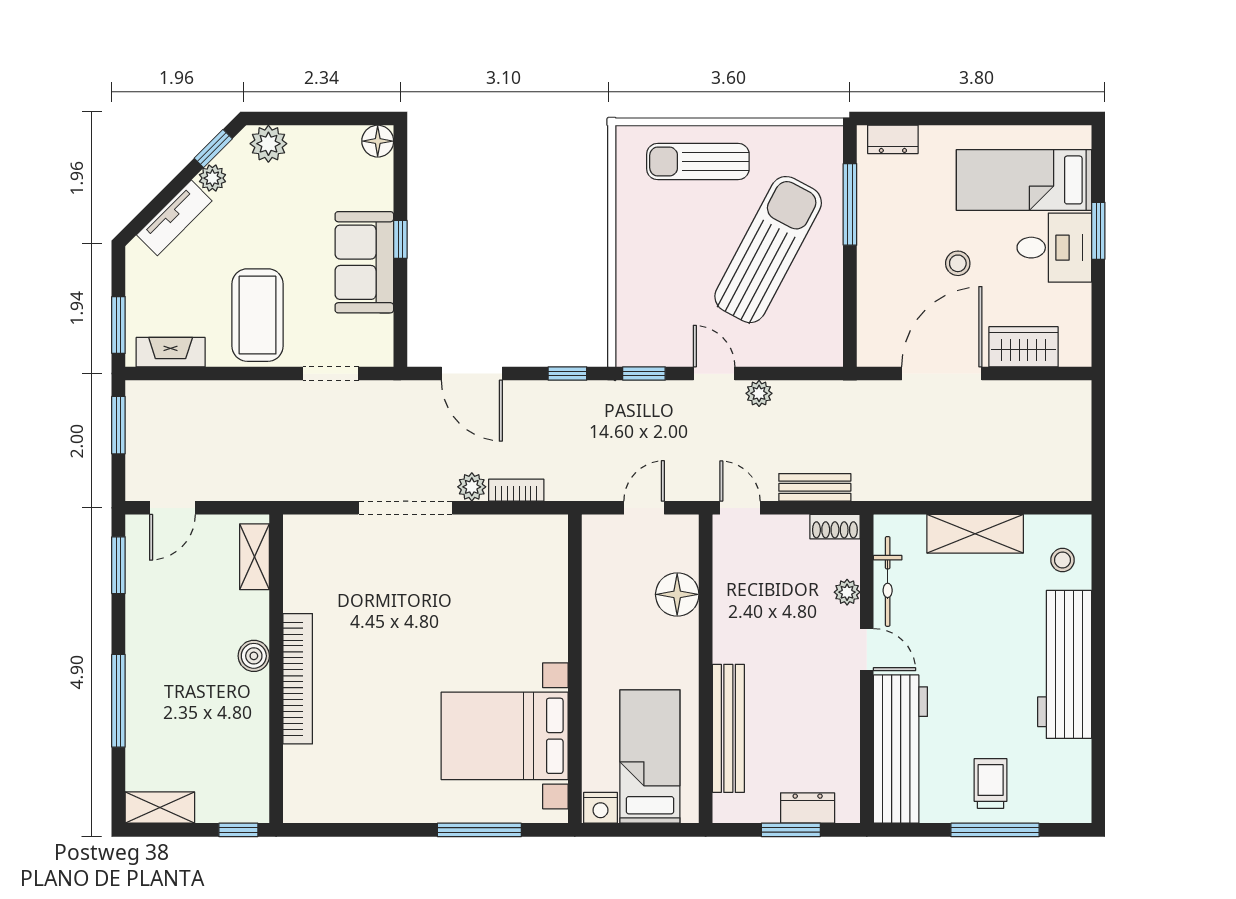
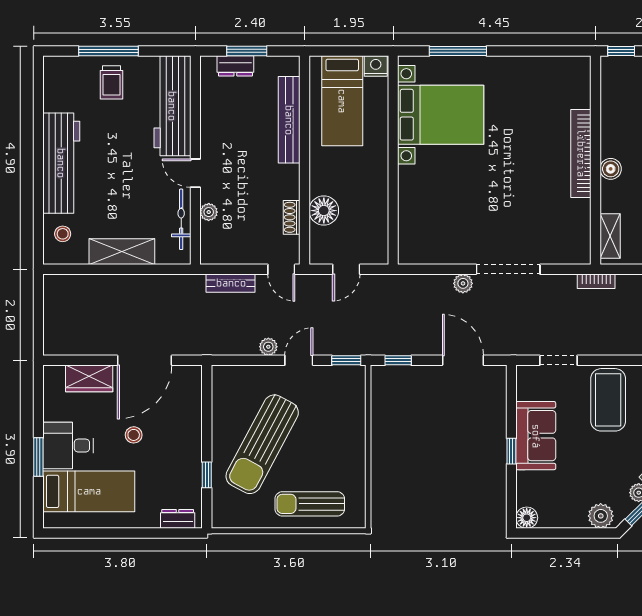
sun lounger: (698, 162) -> (310, 504), turned 180
window: (850, 204) -> (207, 475), width x0.46
door: (714, 374) -> (299, 360), swing flipped
bookcase: (516, 490) -> (596, 281), moved
shoe rack: (835, 527) -> (292, 217), moved, turned -90

